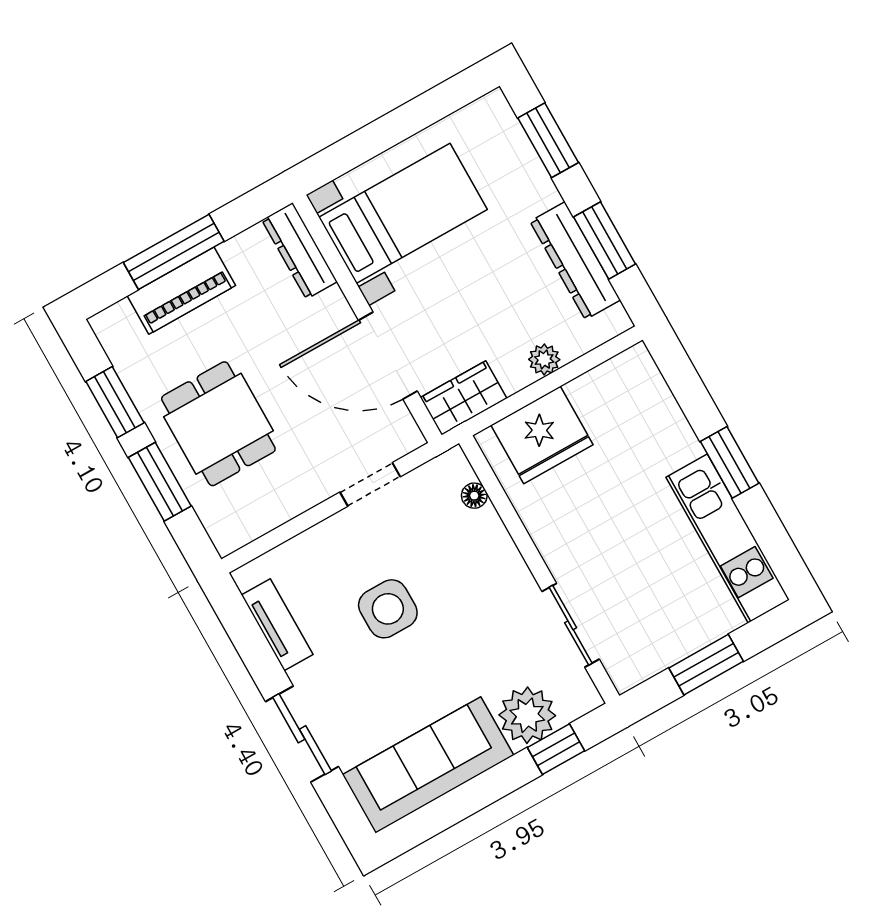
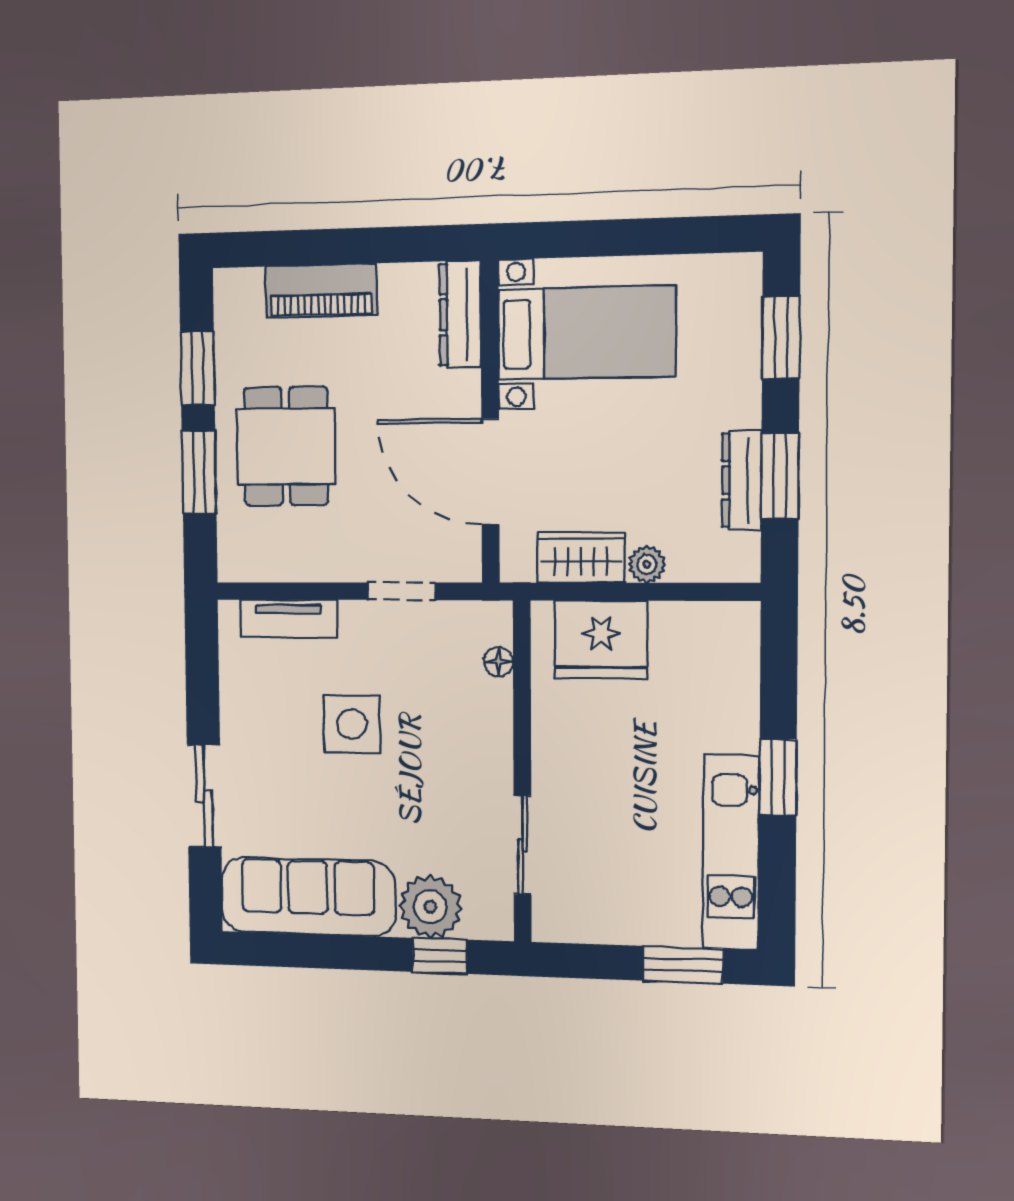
window: (174, 252) -> (334, 247), removed
dresser: (575, 261) -> (742, 480), width x0.73, depth x0.80
wardrobe: (464, 398) -> (581, 557), moved
tv unit: (277, 625) -> (289, 619), moved, turned 90
window: (706, 665) -> (683, 965), moved

